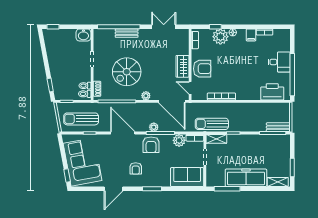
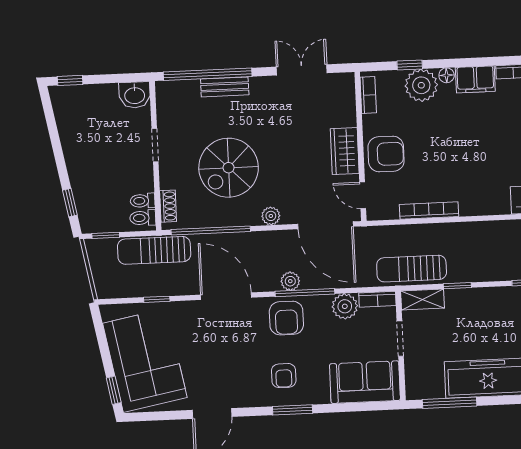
filing cabinet: (251, 35) -> (475, 79), width x2.00
sun lounger: (81, 119) -> (154, 250), moved
armchair: (136, 168) -> (284, 376), moved

